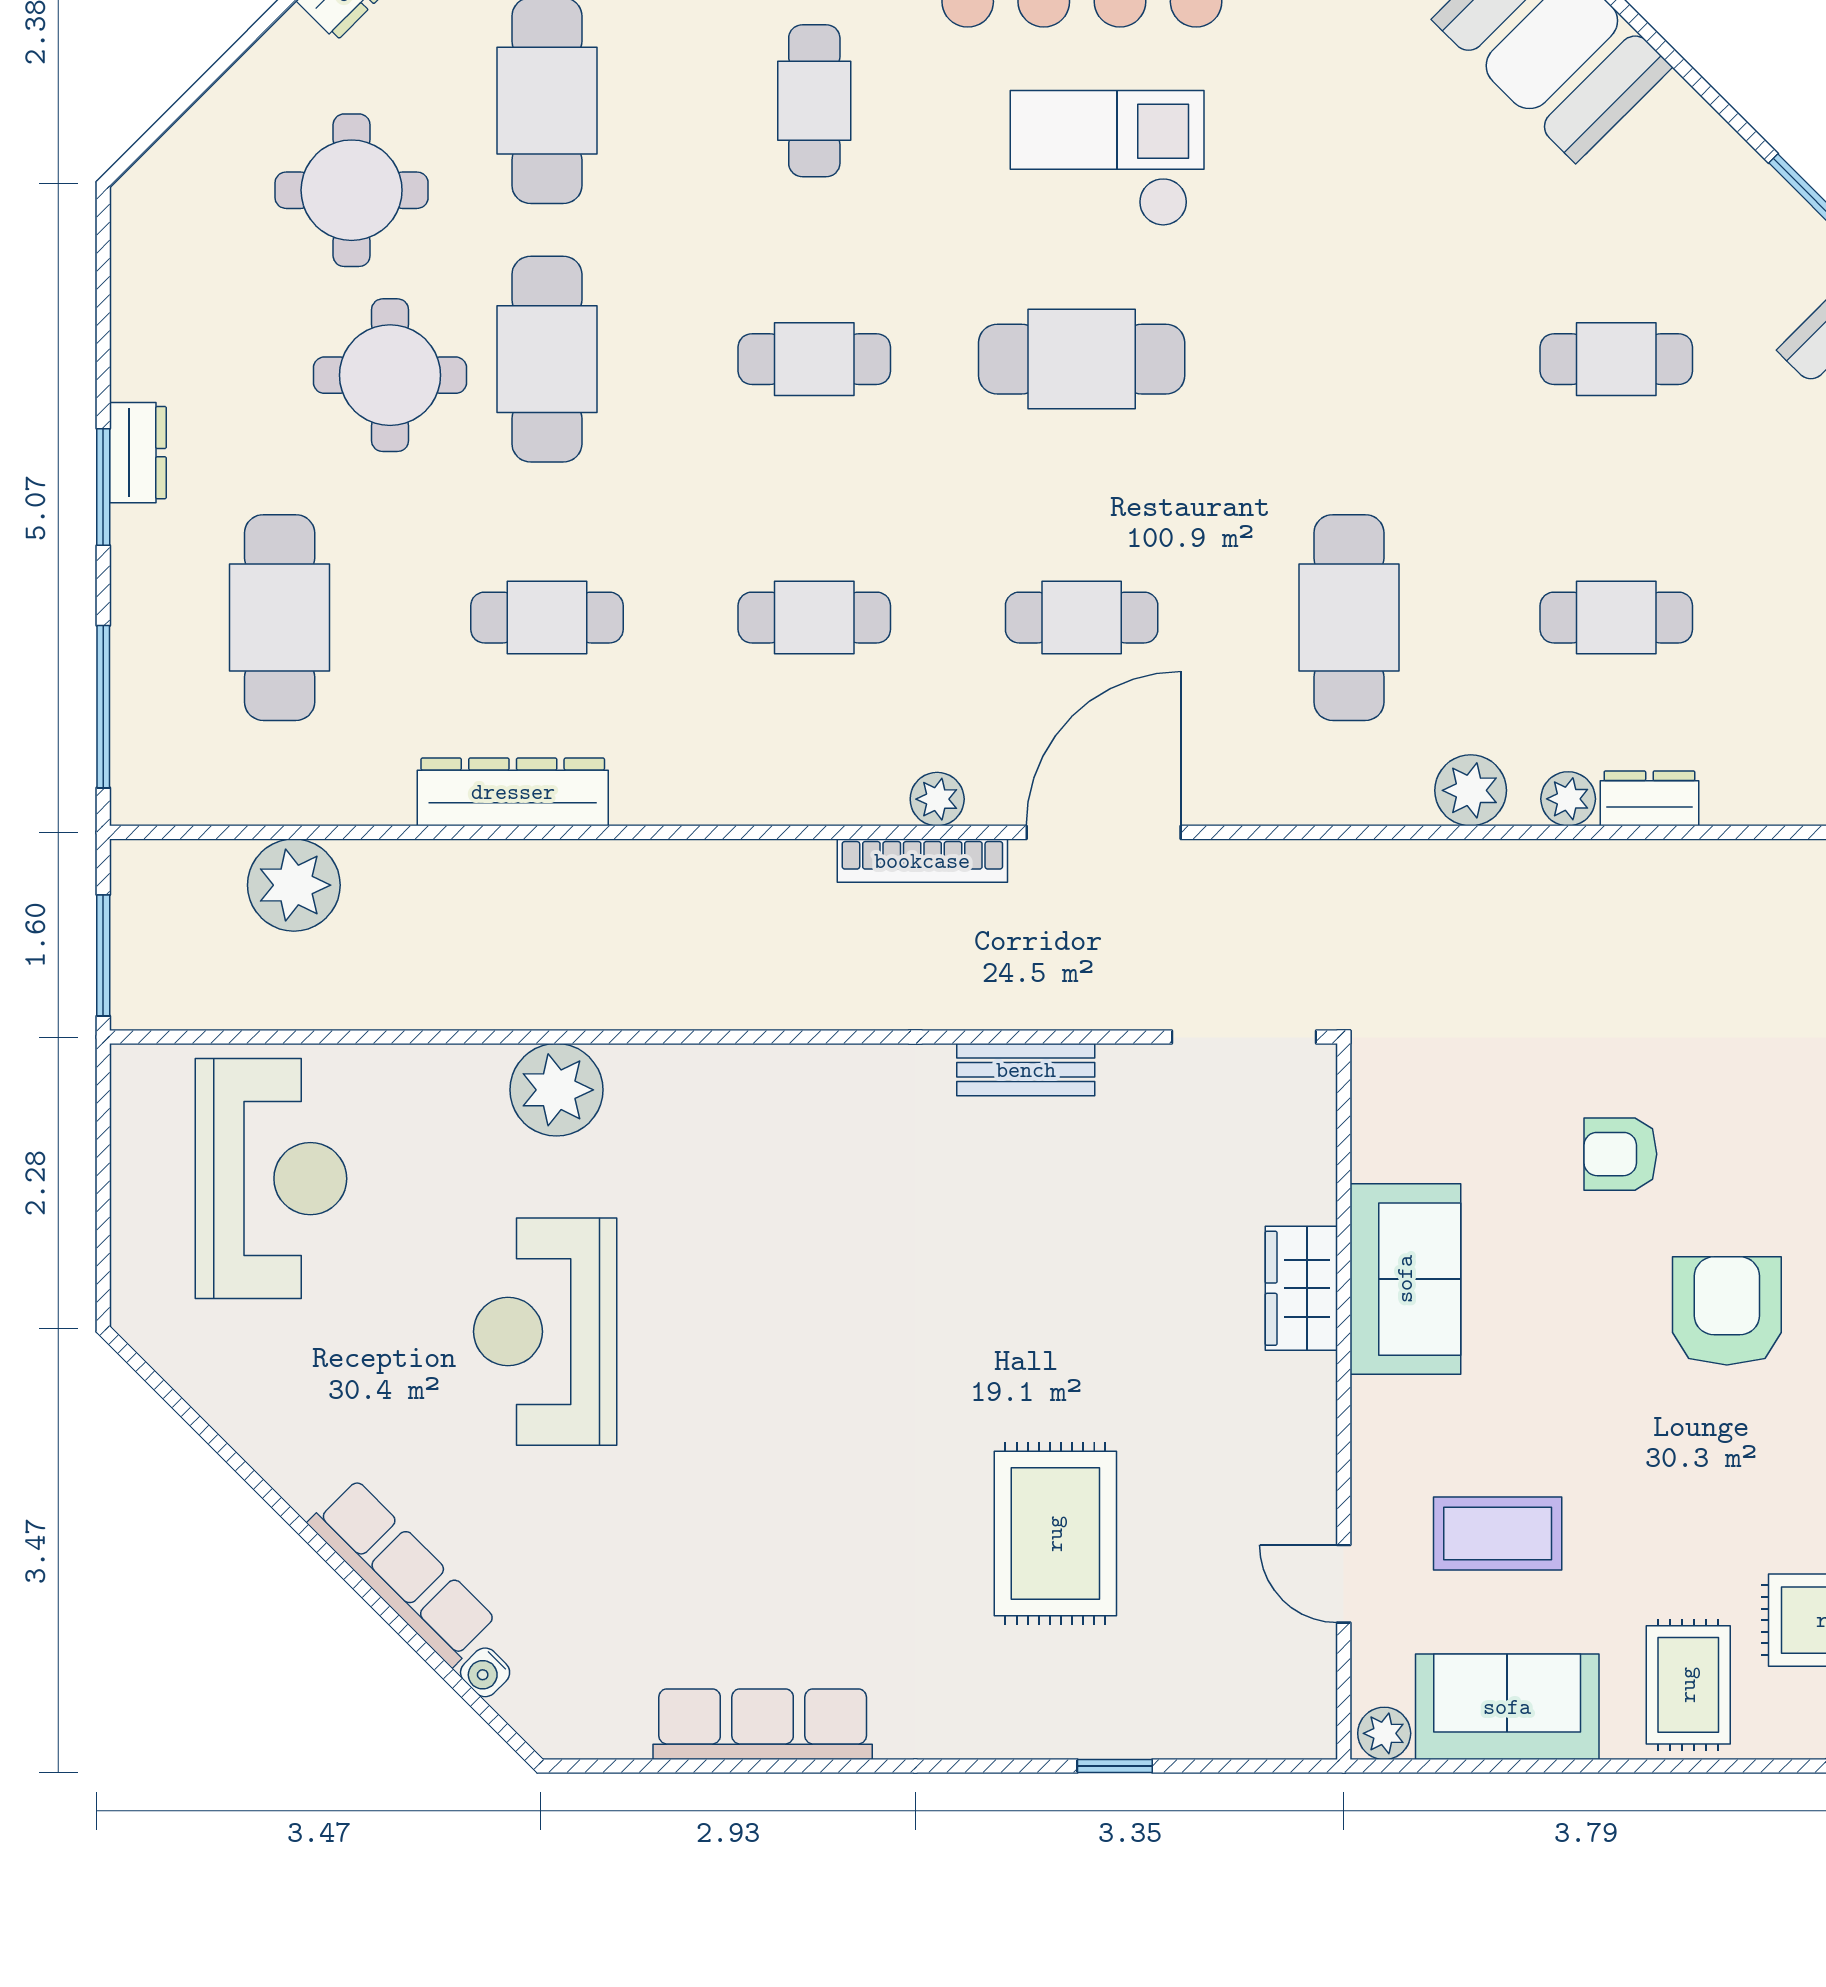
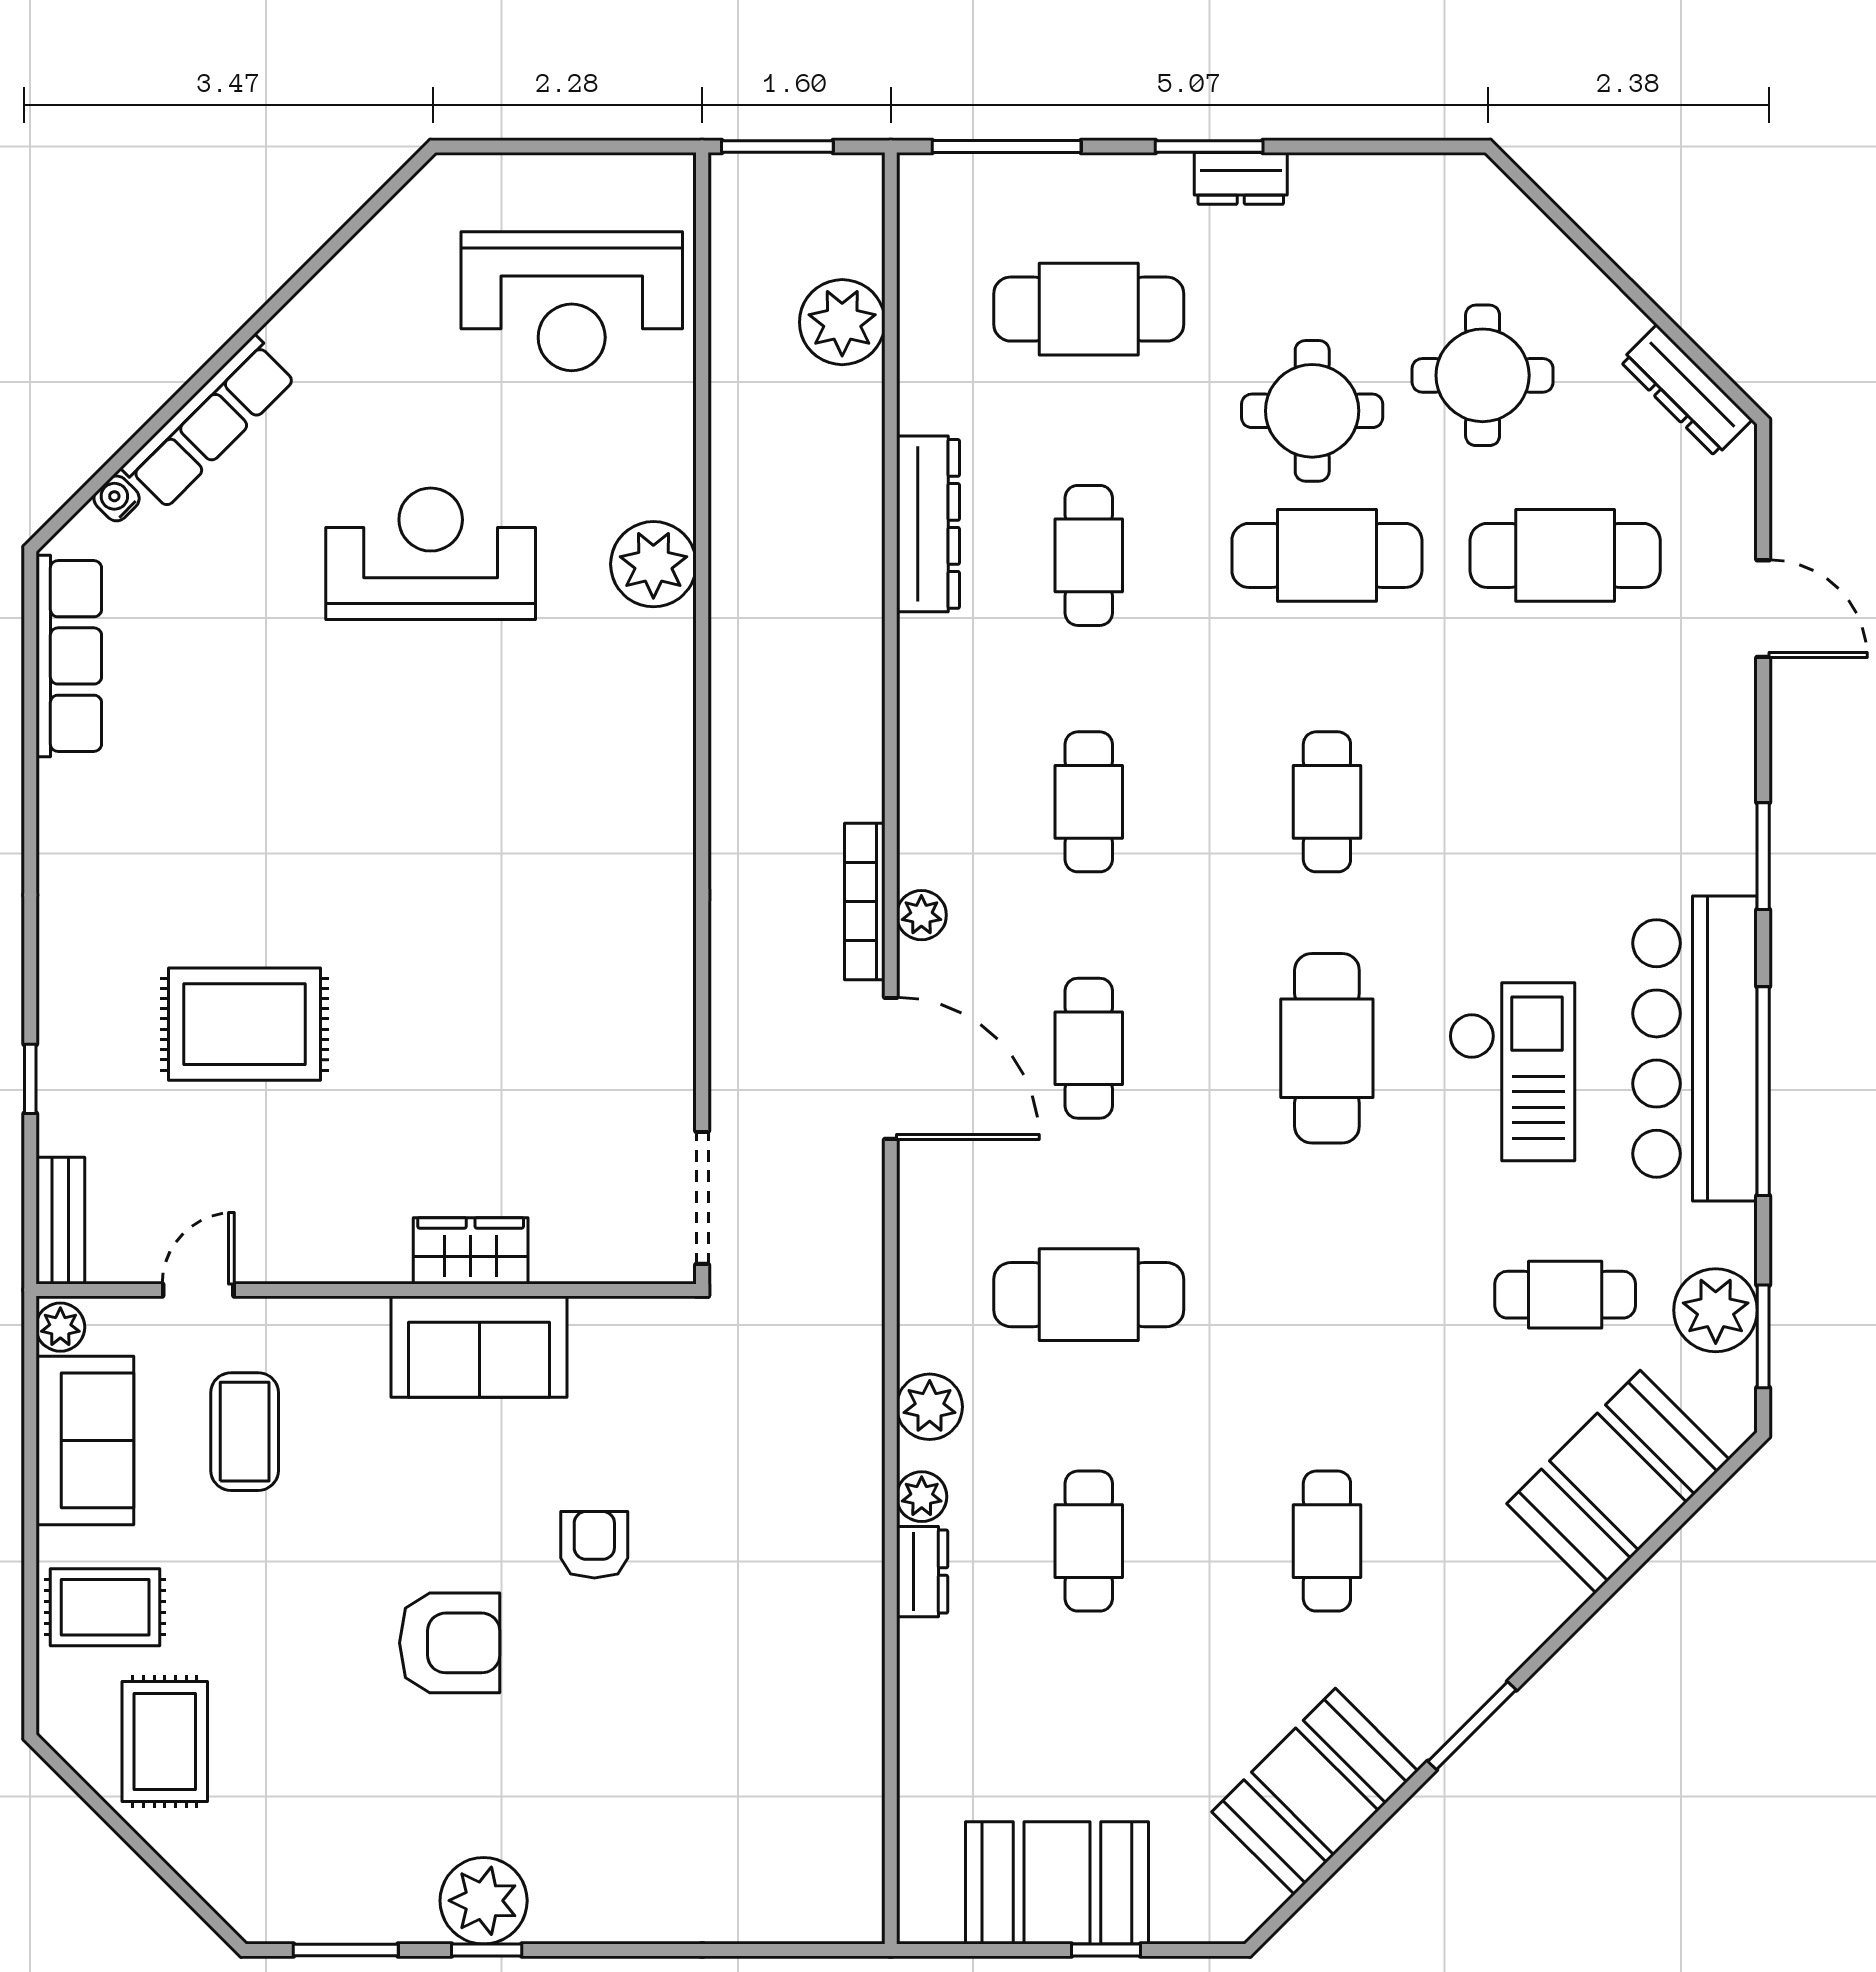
cafe table: (814, 101) -> (1565, 1295), moved
bench: (1026, 1070) -> (60, 1221), moved
row of seats: (763, 1724) -> (69, 656), moved

